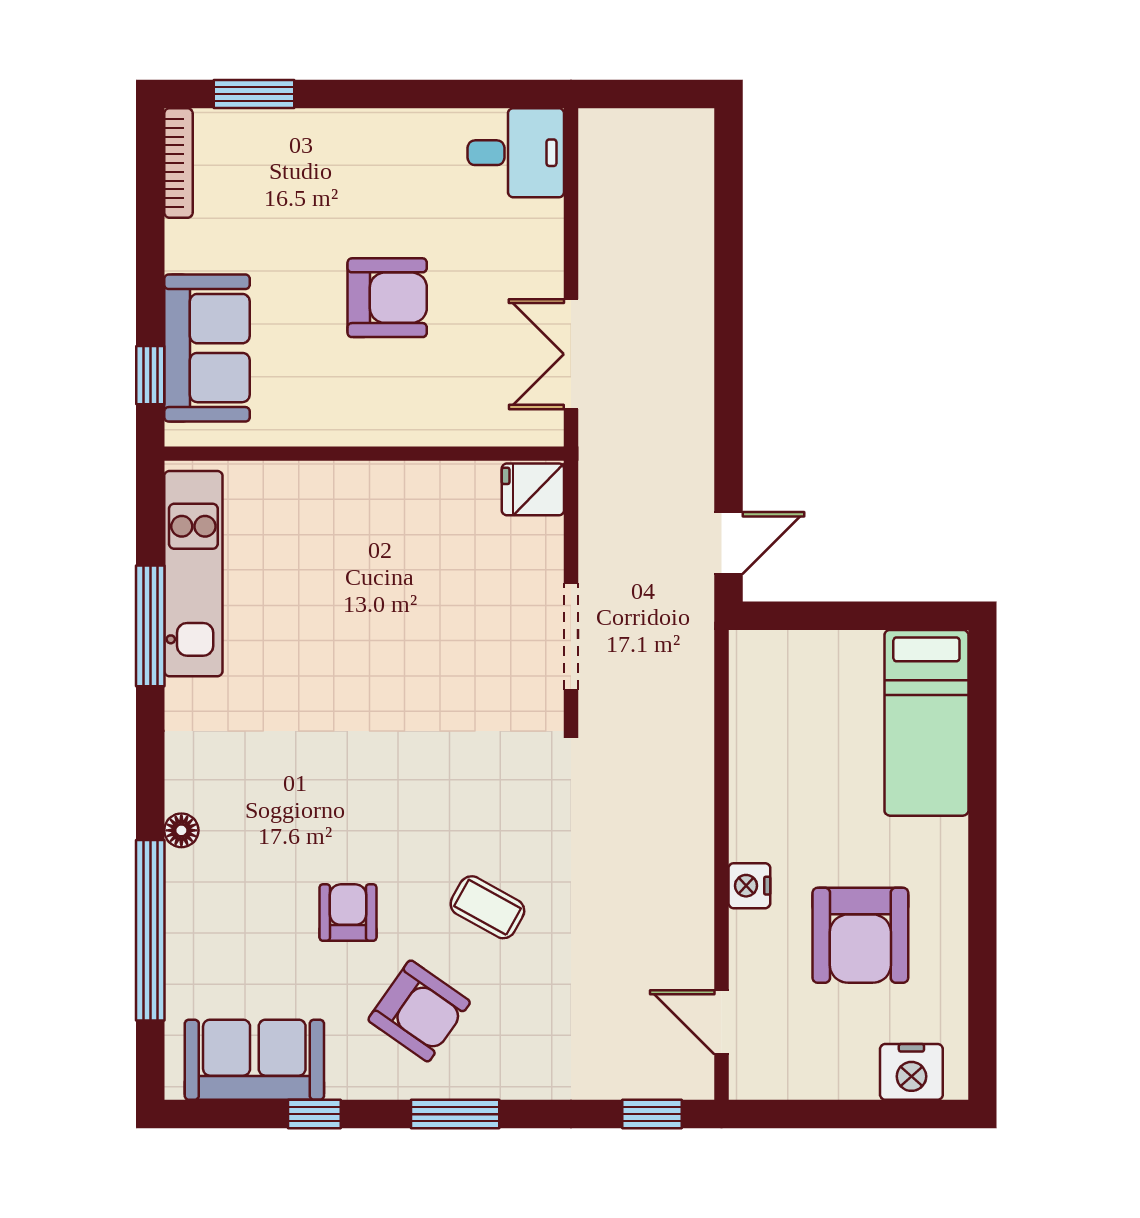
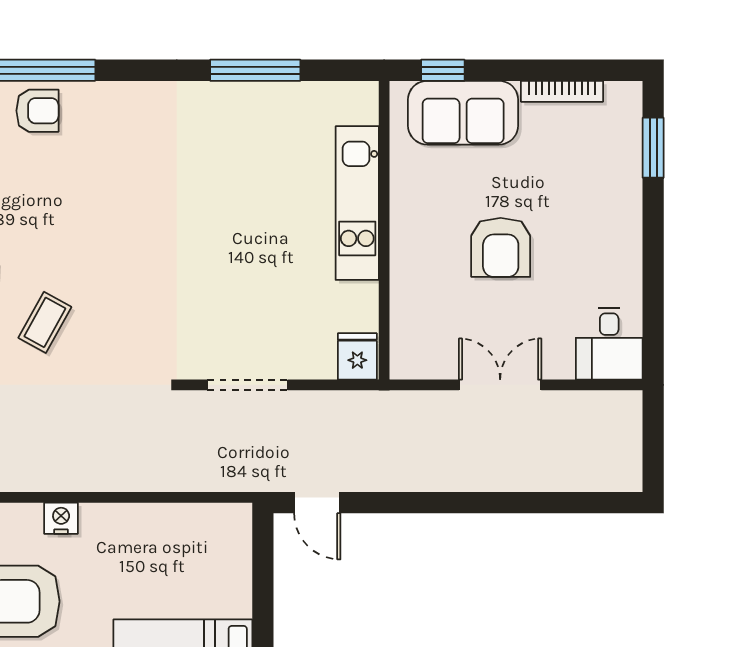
bookcase: (178, 163) -> (562, 91), moved
double door: (571, 354) -> (500, 385), moved
kitchen unit: (193, 574) -> (357, 203), moved, turned 90
floor lamp: (181, 830) -> (102, 93), removed
armchair: (348, 913) -> (37, 111), moved

